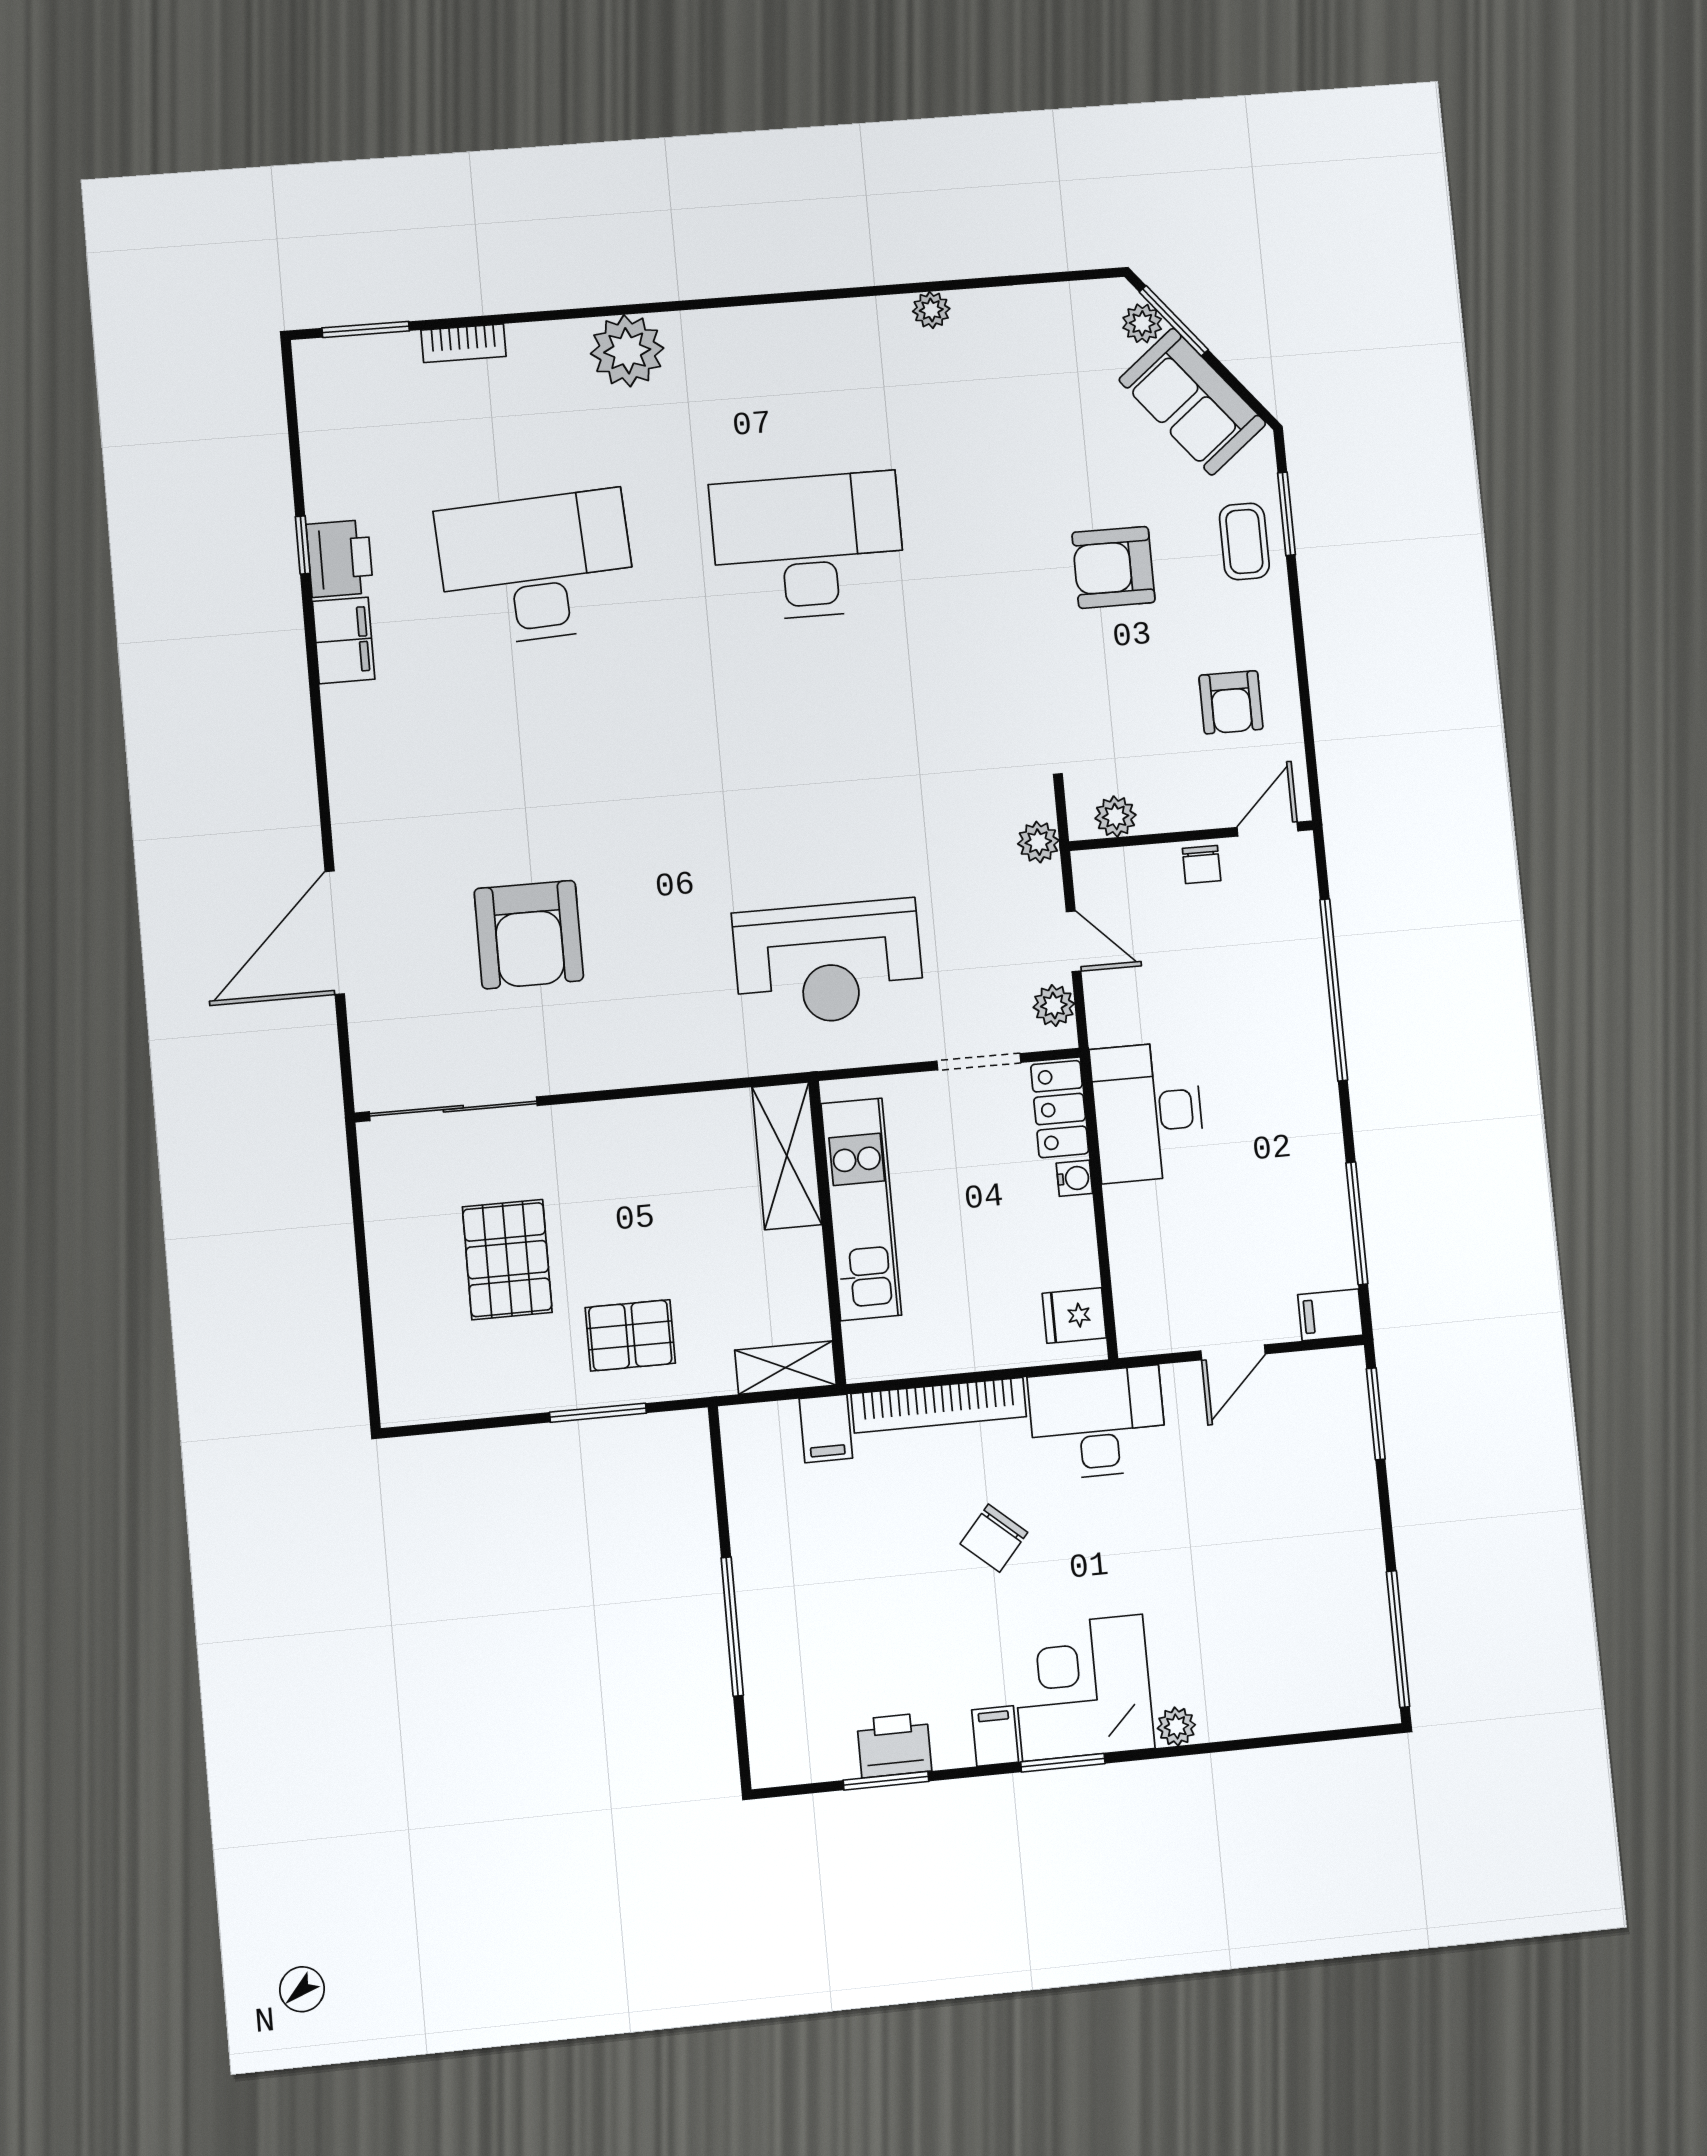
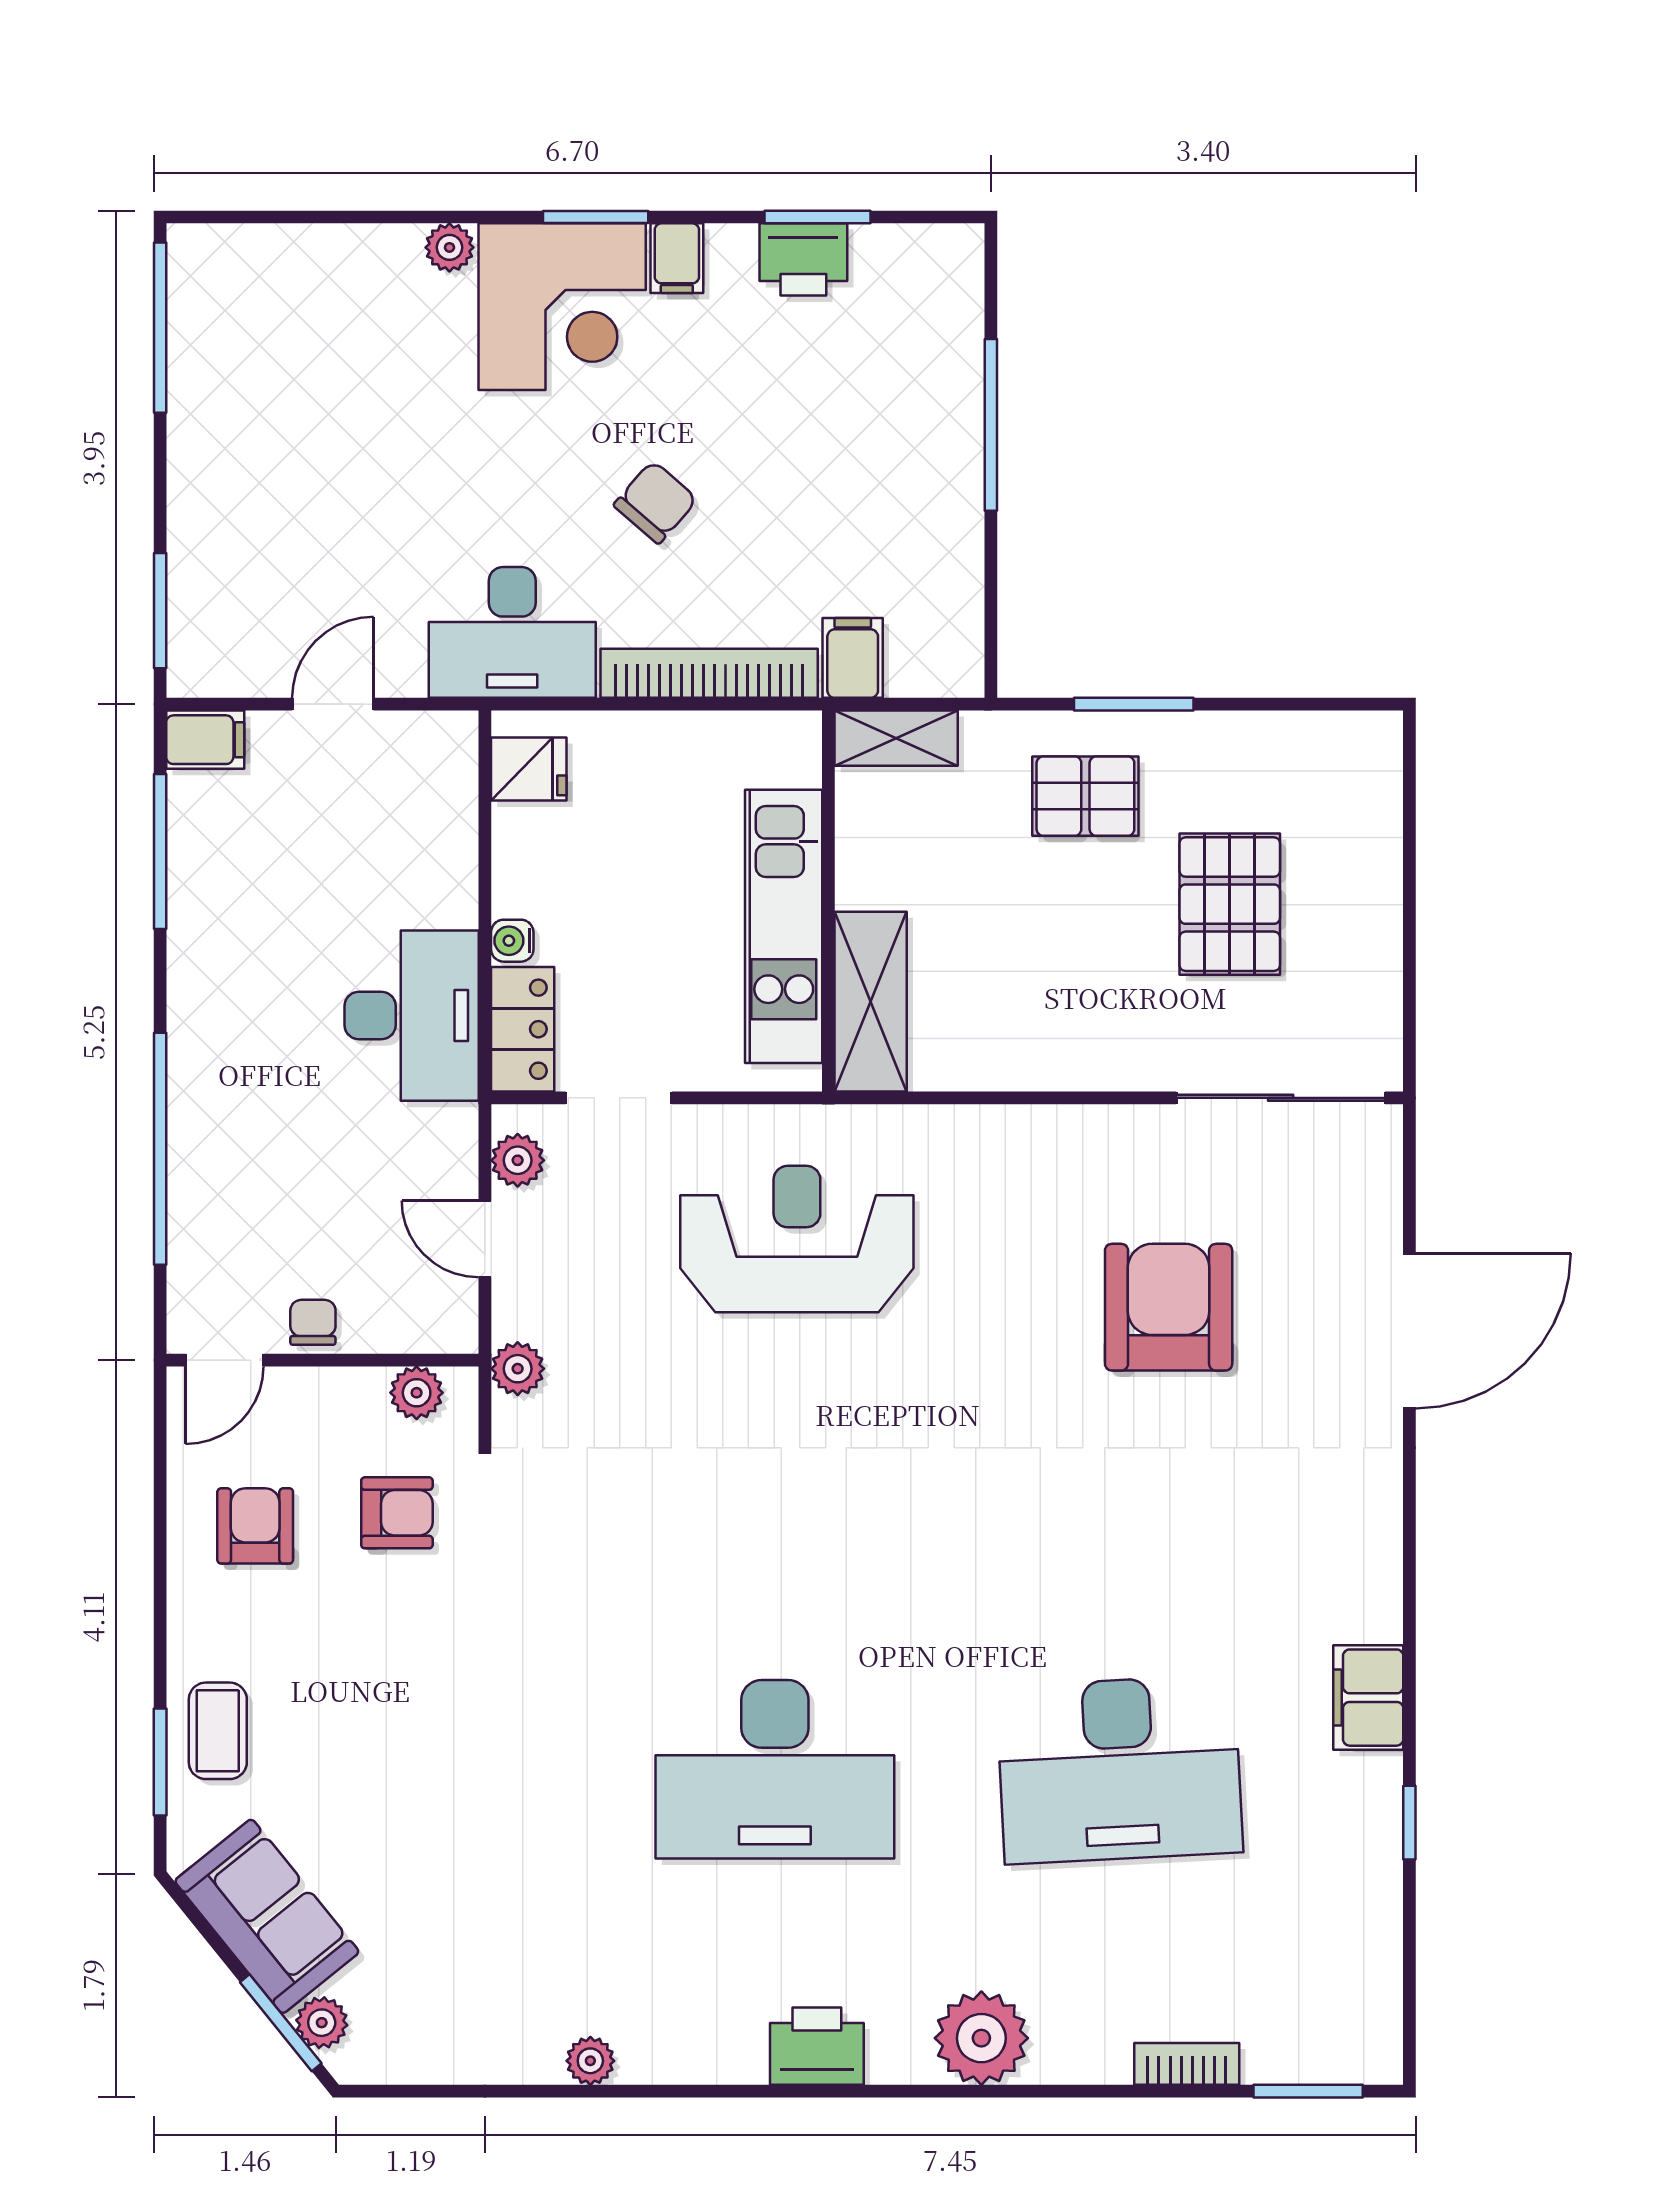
printer: (340, 558) -> (817, 2046), moved, turned 90
armchair: (1113, 567) -> (397, 1513), moved, width x0.72, depth x0.72

